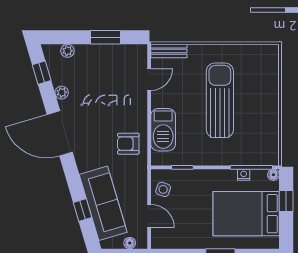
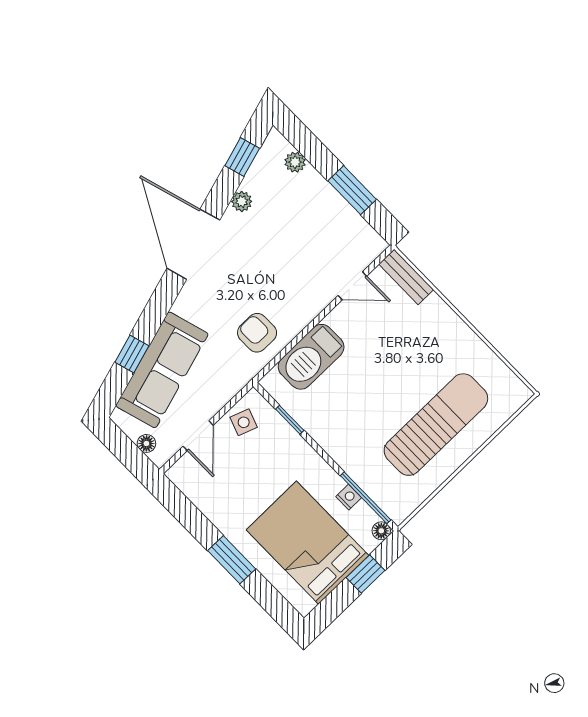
sun lounger: (220, 100) -> (436, 425), moved

